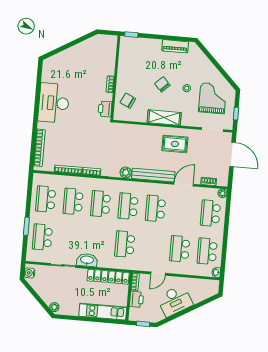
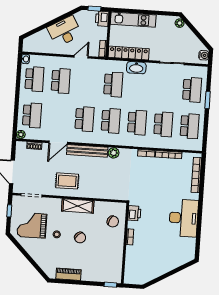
grand piano: (213, 98) -> (32, 225), turned 90
washbasin: (87, 260) -> (136, 68), moved
printer: (137, 299) -> (102, 19), moved

